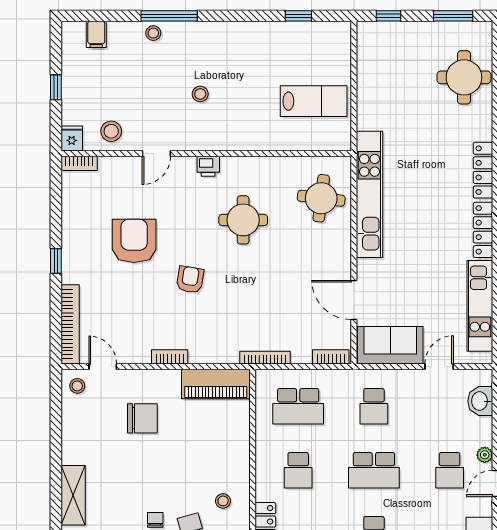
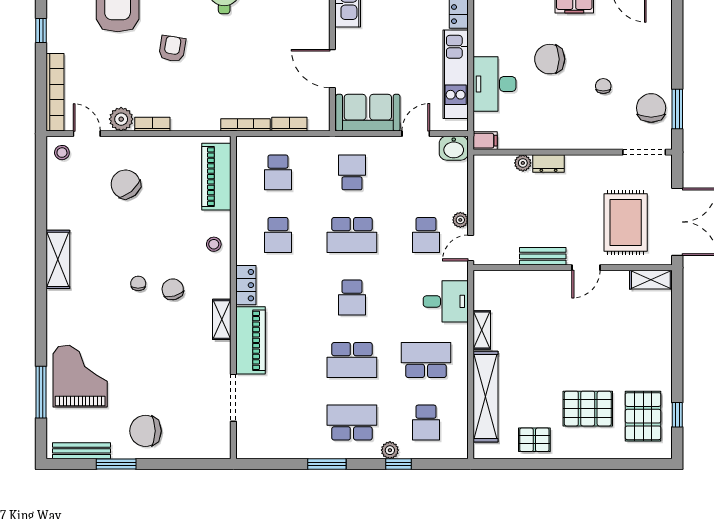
plant: (138, 352) -> (121, 119), added
bookcase: (331, 357) -> (289, 124), moved
piano: (216, 384) -> (216, 177), moved, turned 90
washbasin: (480, 401) -> (454, 148), moved, turned -90
school desk: (298, 406) -> (278, 172), width x0.54
school desk: (374, 406) -> (352, 172), turned 180
chair: (142, 418) -> (126, 184), turned -130
stool: (223, 501) -> (214, 244), moved

